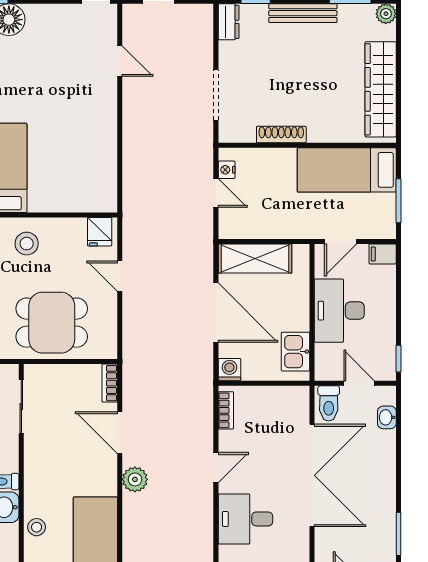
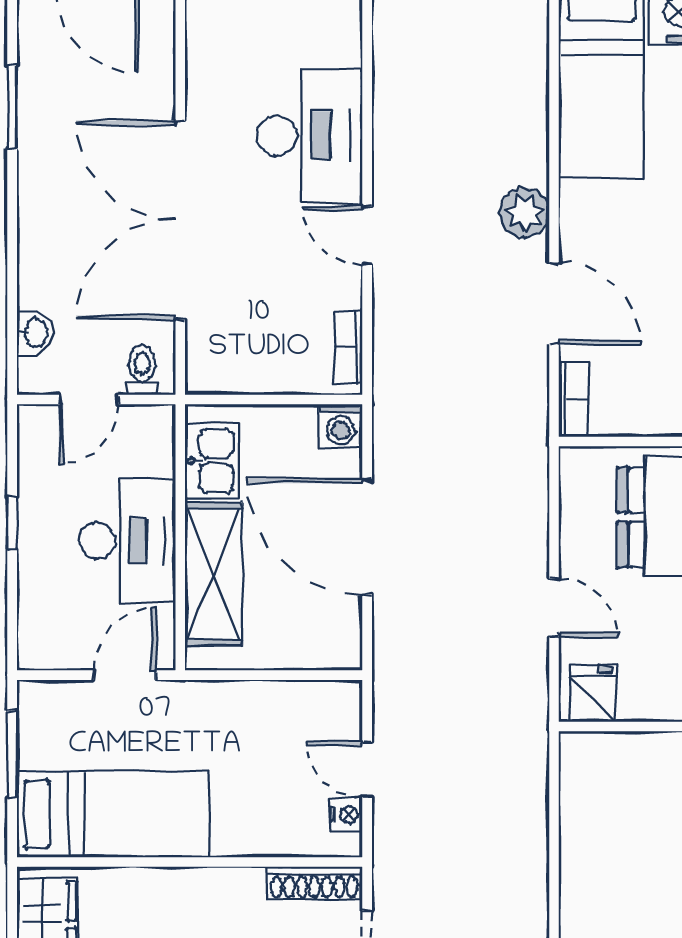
shoe rack: (281, 135) -> (314, 883), moved
filing cabinet: (383, 254) -> (43, 651), removed
shelving: (255, 259) -> (213, 574), moved, turned 90
window: (398, 359) -> (12, 523), moved
door: (359, 383) -> (89, 400), hinge flipped
toilet: (329, 403) -> (142, 370), width x0.73, depth x0.72
door: (216, 468) -> (367, 236), hinge flipped
desk: (245, 519) -> (310, 136), width x1.37

